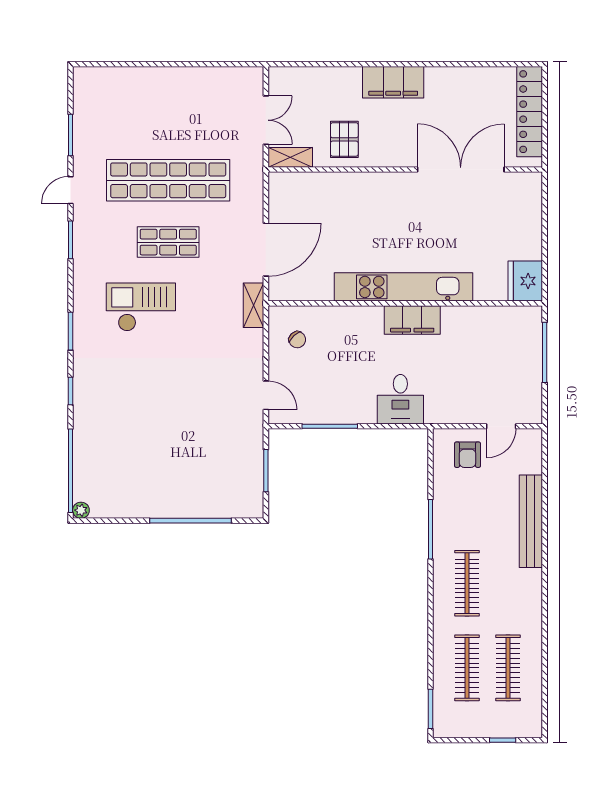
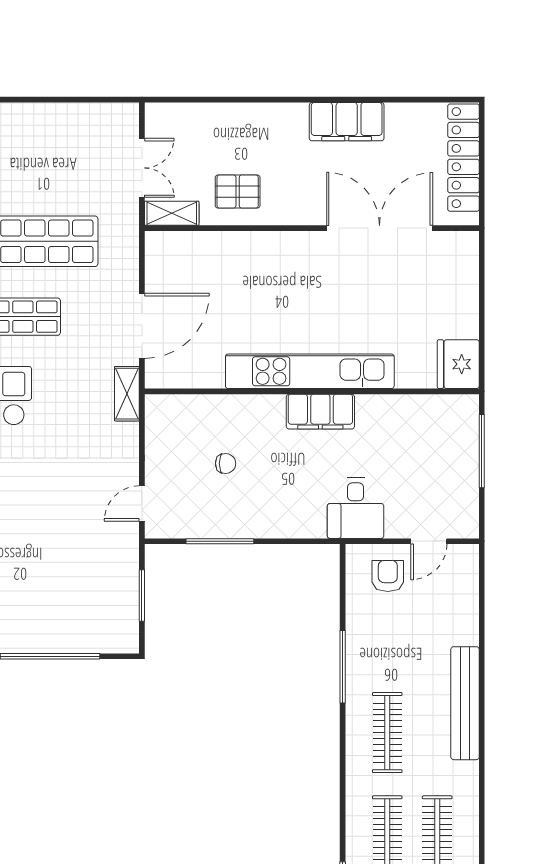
filing cabinet: (393, 82) -> (347, 122), moved
pallet: (344, 139) -> (238, 192), turned 90
chair: (297, 340) -> (226, 463), moved, turned -47
door: (266, 395) -> (142, 504), swing flipped
desk: (400, 399) -> (356, 508), moved
armchair: (468, 455) -> (388, 576), turned 180
bench: (531, 521) -> (465, 703), moved

